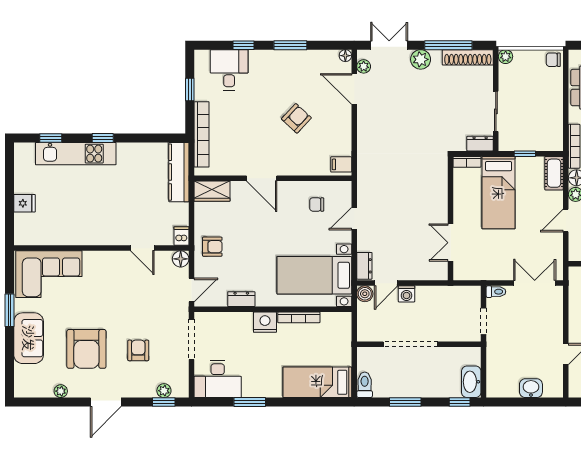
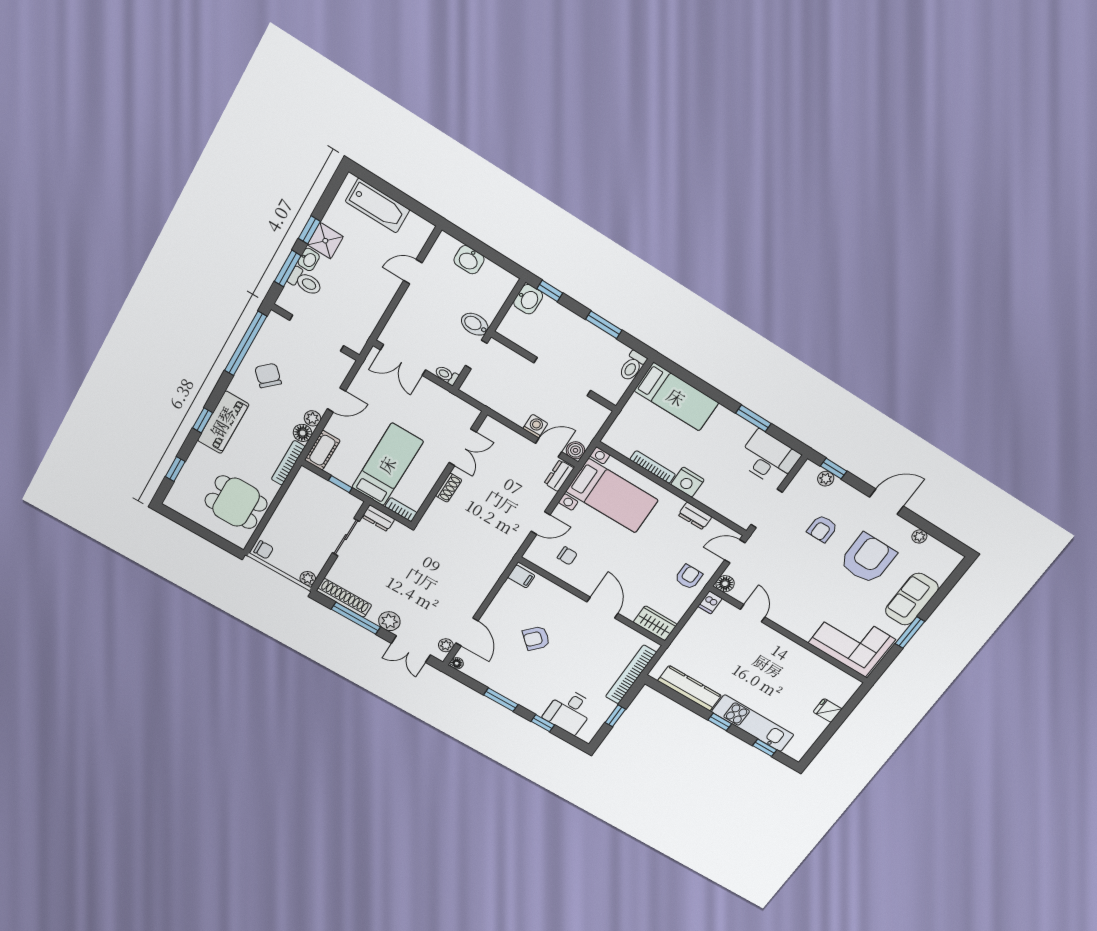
kitchen counter: (179, 172) -> (690, 688), moved, turned -90
shoe rack: (441, 203) -> (449, 488), added
armchair: (212, 247) -> (689, 577), turned 90
bidet: (498, 343) -> (475, 324), added
washbasin: (471, 382) -> (528, 299), width x0.72

